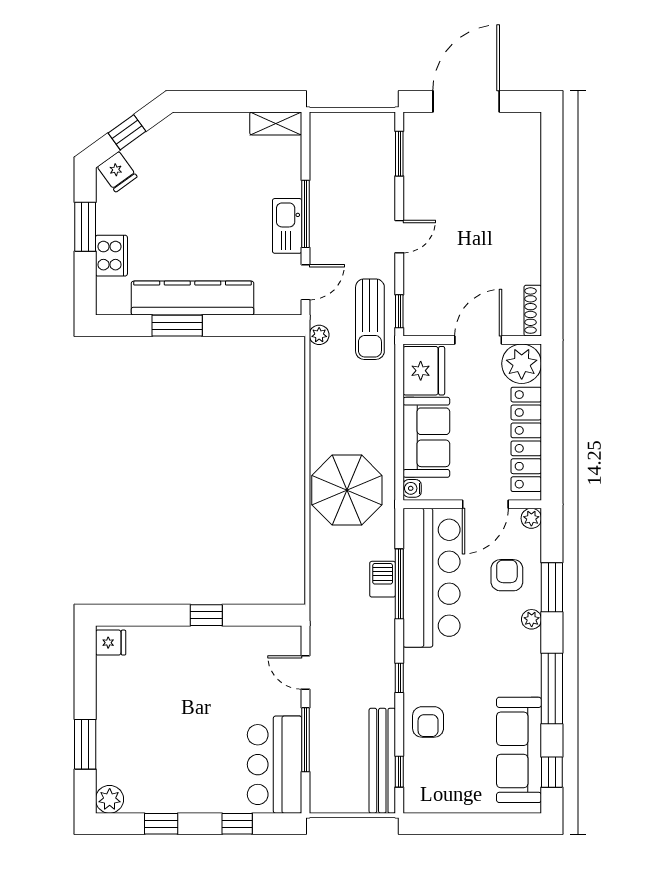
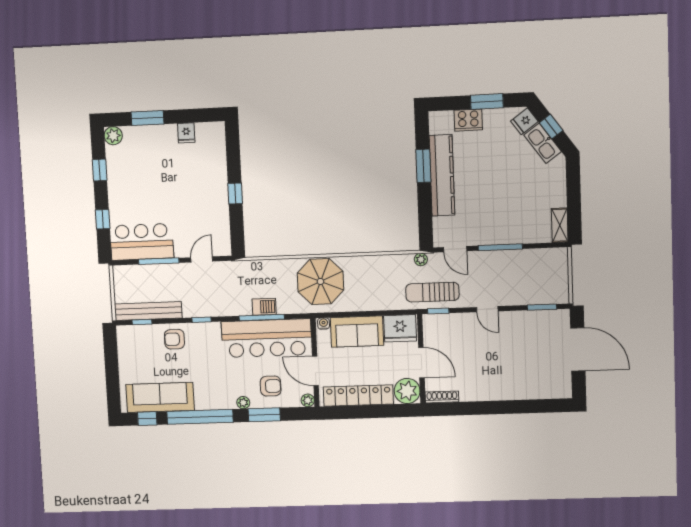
kitchen sink: (287, 226) -> (543, 143), moved, turned -126
fridge: (111, 643) -> (186, 133), moved
window: (552, 688) -> (200, 417), width x1.46

